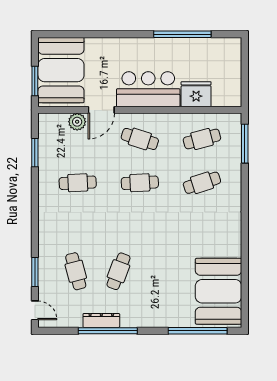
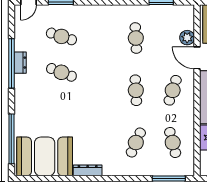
cafe table: (202, 183) -> (136, 143), turned 42
dresser: (235, 240) -> (88, 170), added
cafe table: (76, 271) -> (61, 36), turned 33
dresser: (101, 320) -> (20, 63), width x0.70

